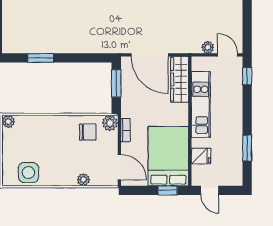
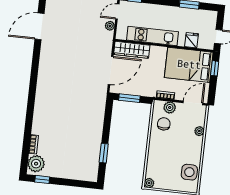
plant: (110, 123) -> (170, 107), moved

